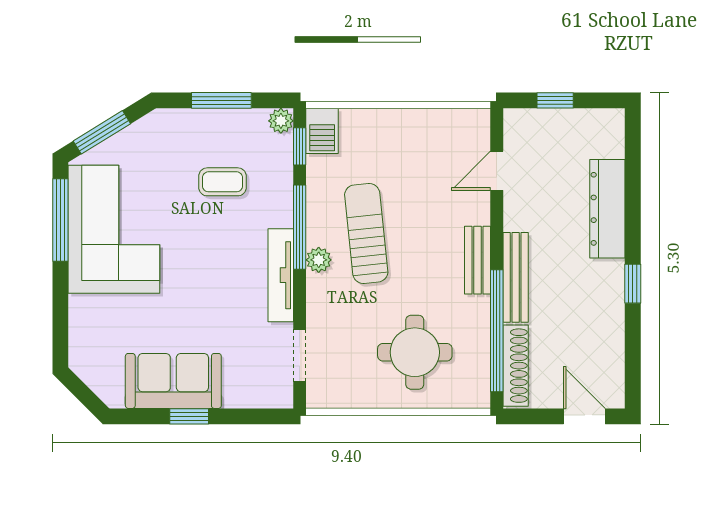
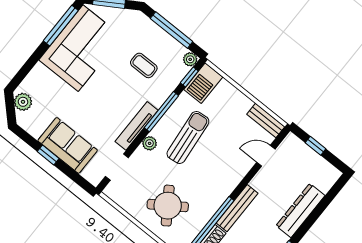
window: (221, 100) -> (172, 30), width x1.44
barbecue: (322, 131) -> (203, 83), width x1.38, depth x1.27
plant: (319, 260) -> (150, 143), moved
bench: (478, 260) -> (266, 120), moved, turned 90
round table: (415, 352) -> (168, 206), turned -34
plant: (94, 370) -> (23, 102), added
sofa: (173, 381) -> (68, 145), moved

